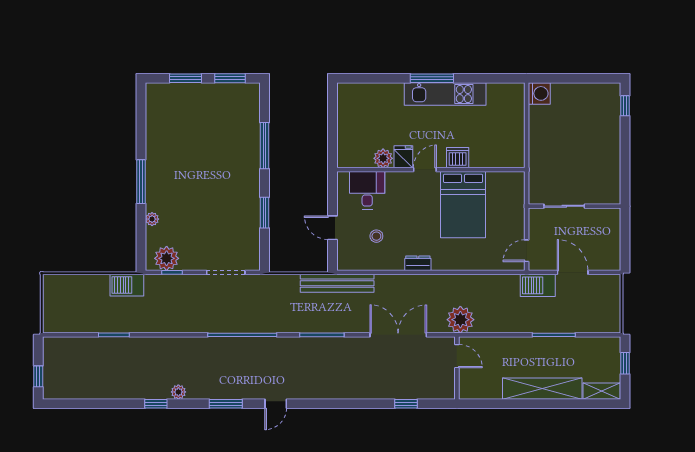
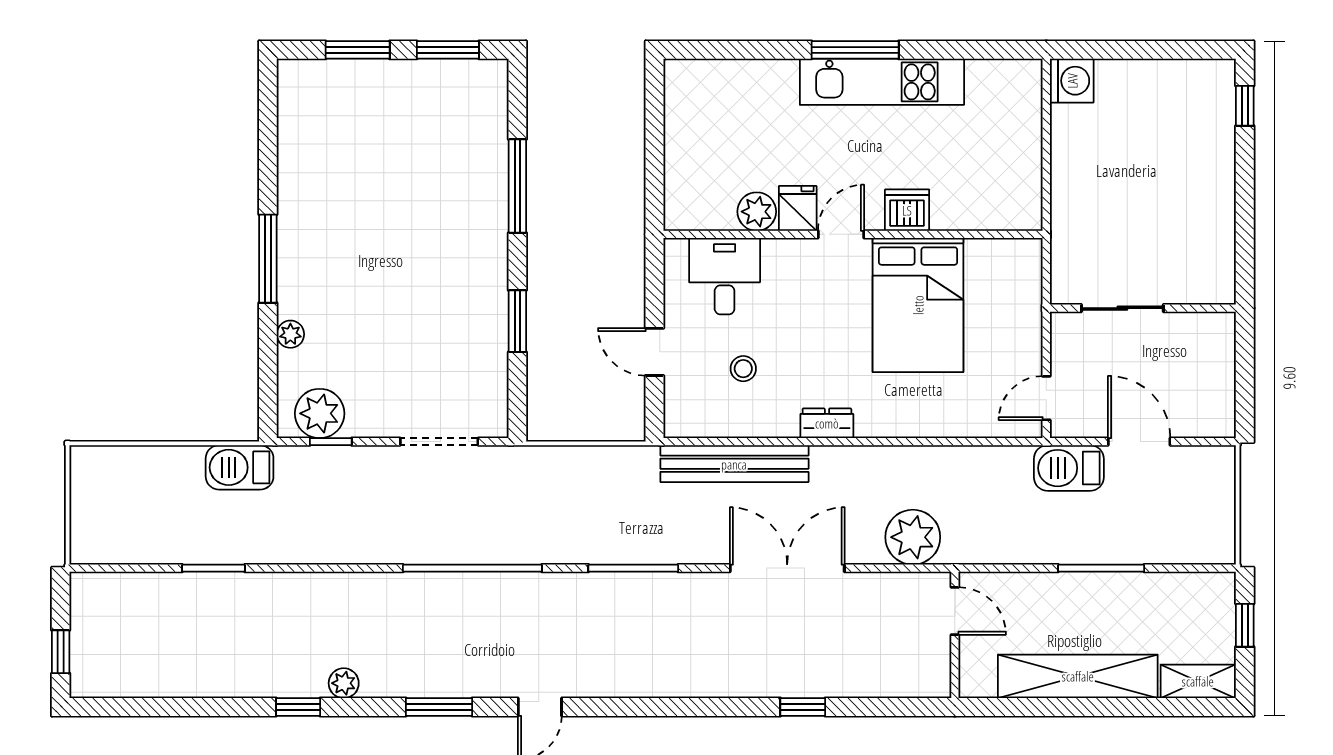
bench: (337, 283) -> (734, 464), moved
door: (457, 356) -> (955, 611), moved
wall: (457, 368) -> (955, 635), moved

